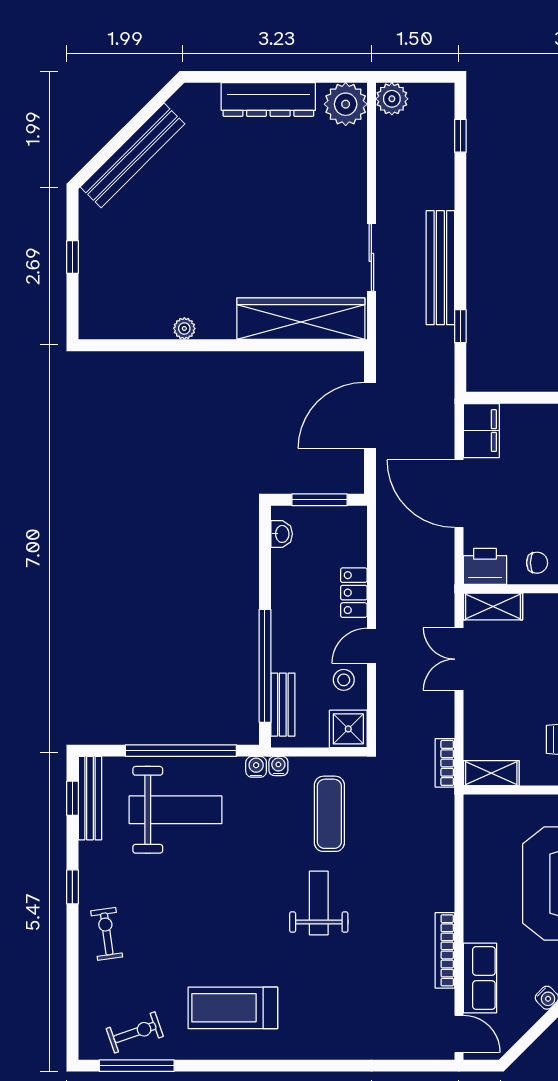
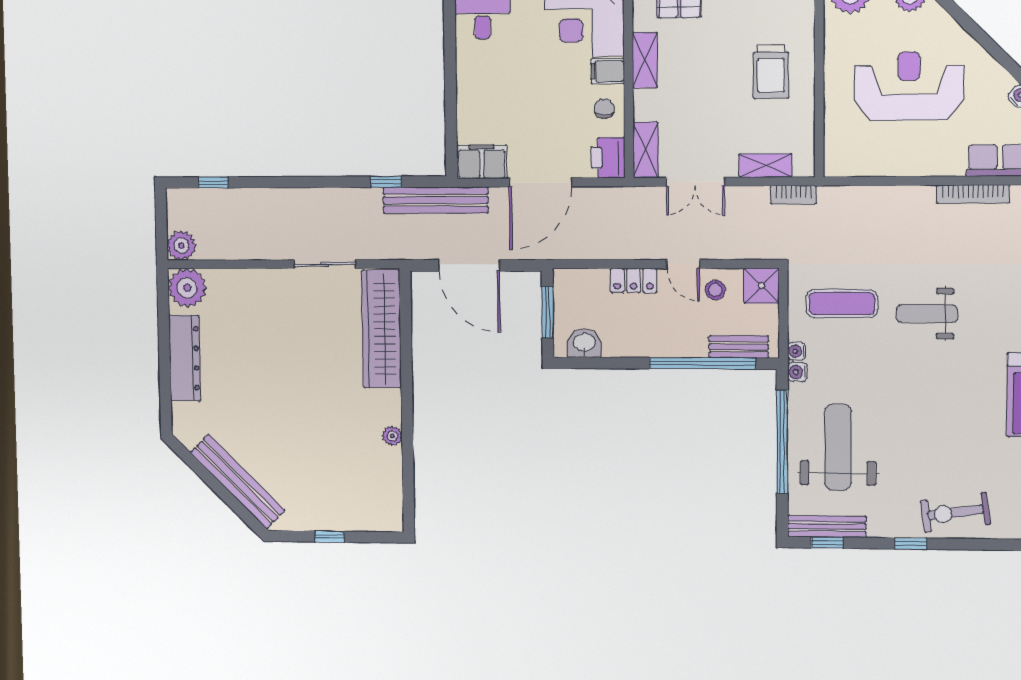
bench: (440, 268) -> (436, 200), moved
washbasin: (282, 534) -> (584, 343), width x1.38, depth x1.45
shelving: (491, 773) -> (765, 166), moved, turned 90
exercise bike: (107, 934) -> (955, 512), width x1.38, depth x1.39

